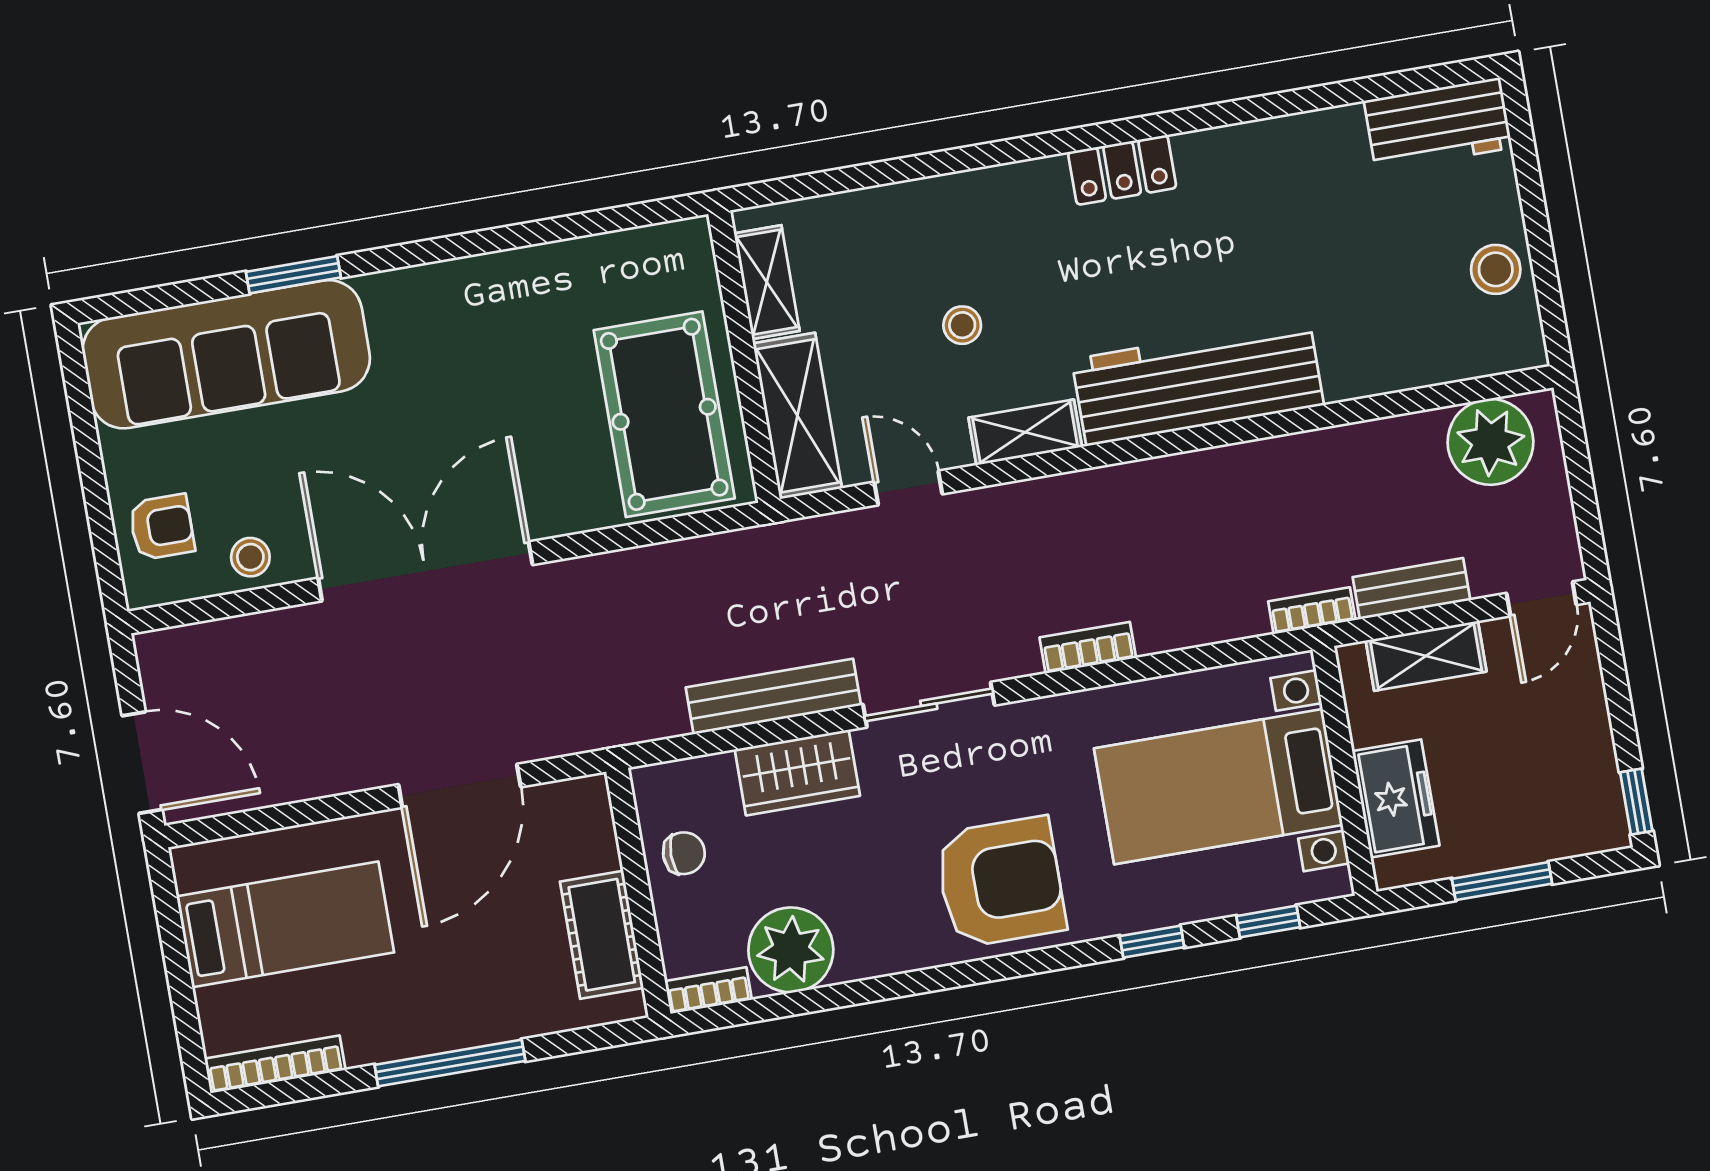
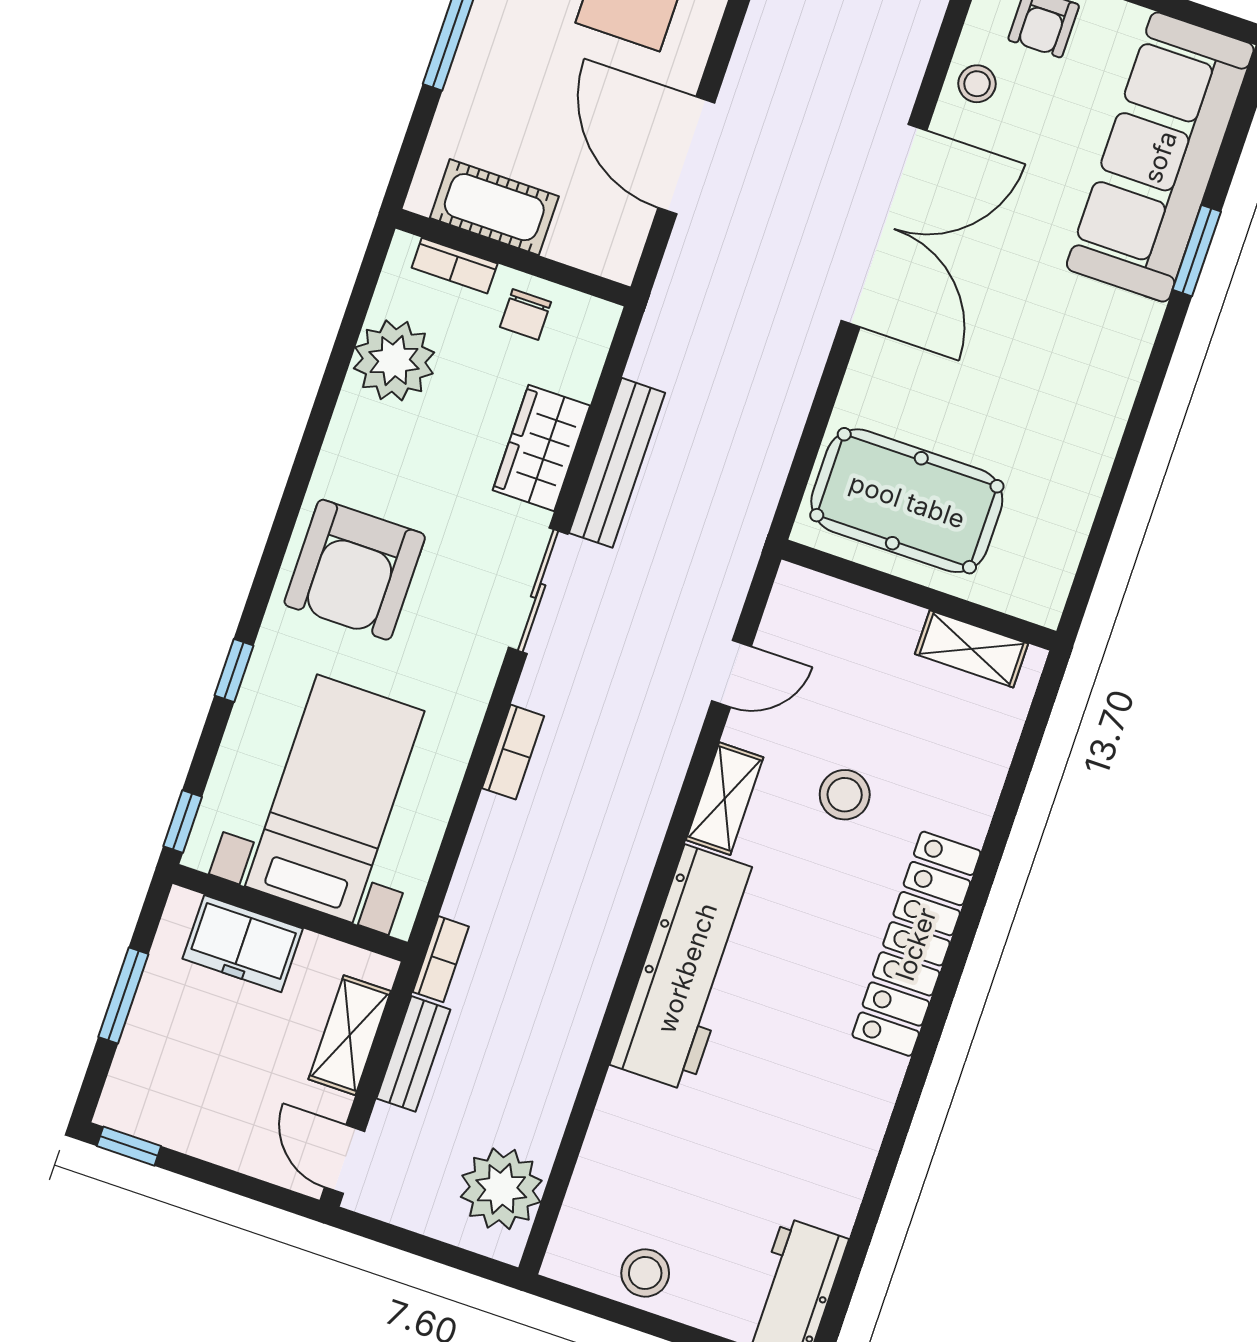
locker: (1122, 170) -> (916, 944), width x2.16, depth x1.21
stool: (962, 325) -> (845, 795), width x1.37, depth x1.37
shelving: (797, 416) -> (844, 613), removed
window: (1268, 922) -> (183, 821), moved
bookcase: (708, 990) -> (455, 266), moved, turned 90

